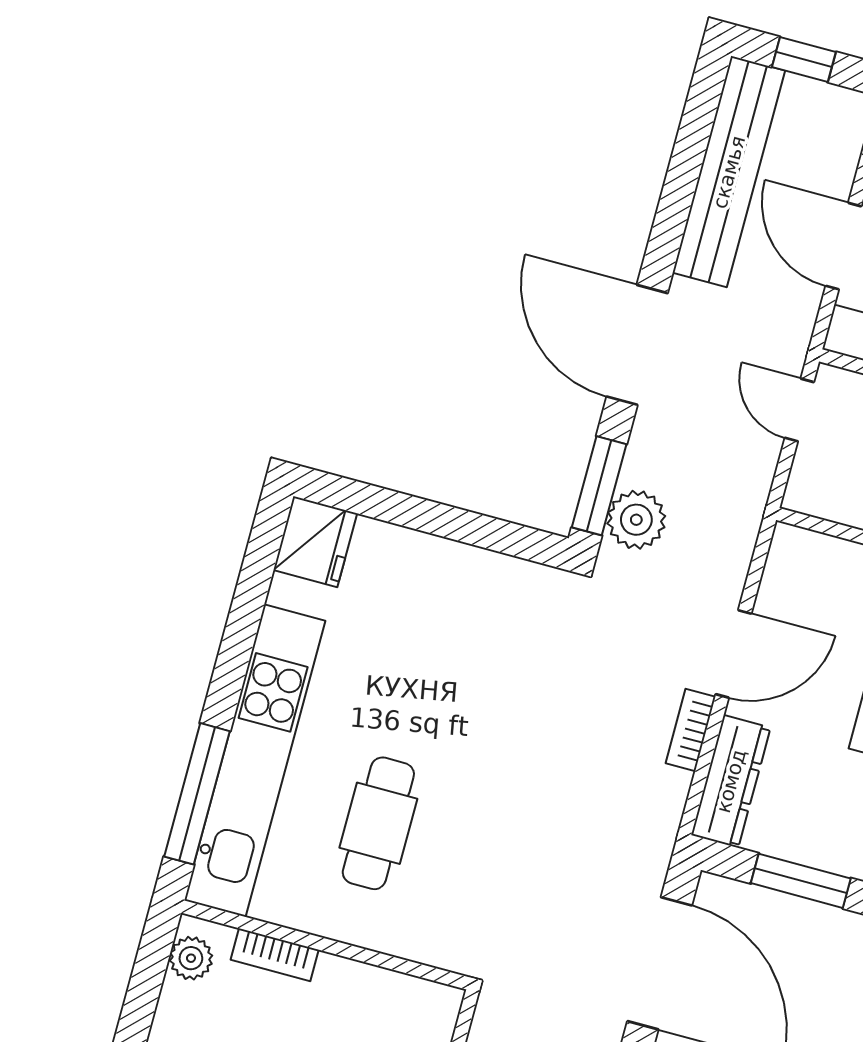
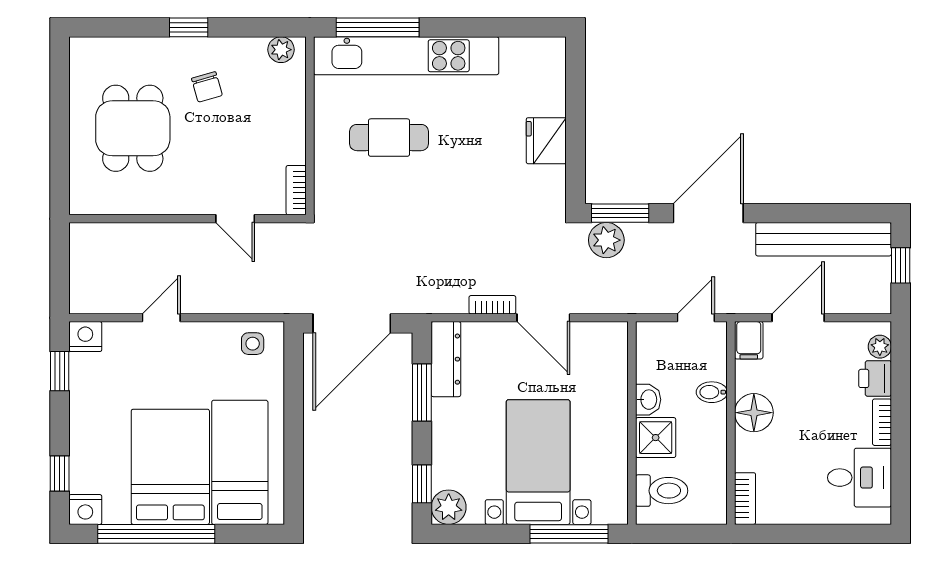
fridge: (315, 542) -> (546, 141), moved, turned 90
dresser: (731, 781) -> (446, 359), moved, turned -90
bookcase: (275, 955) -> (296, 190), moved

